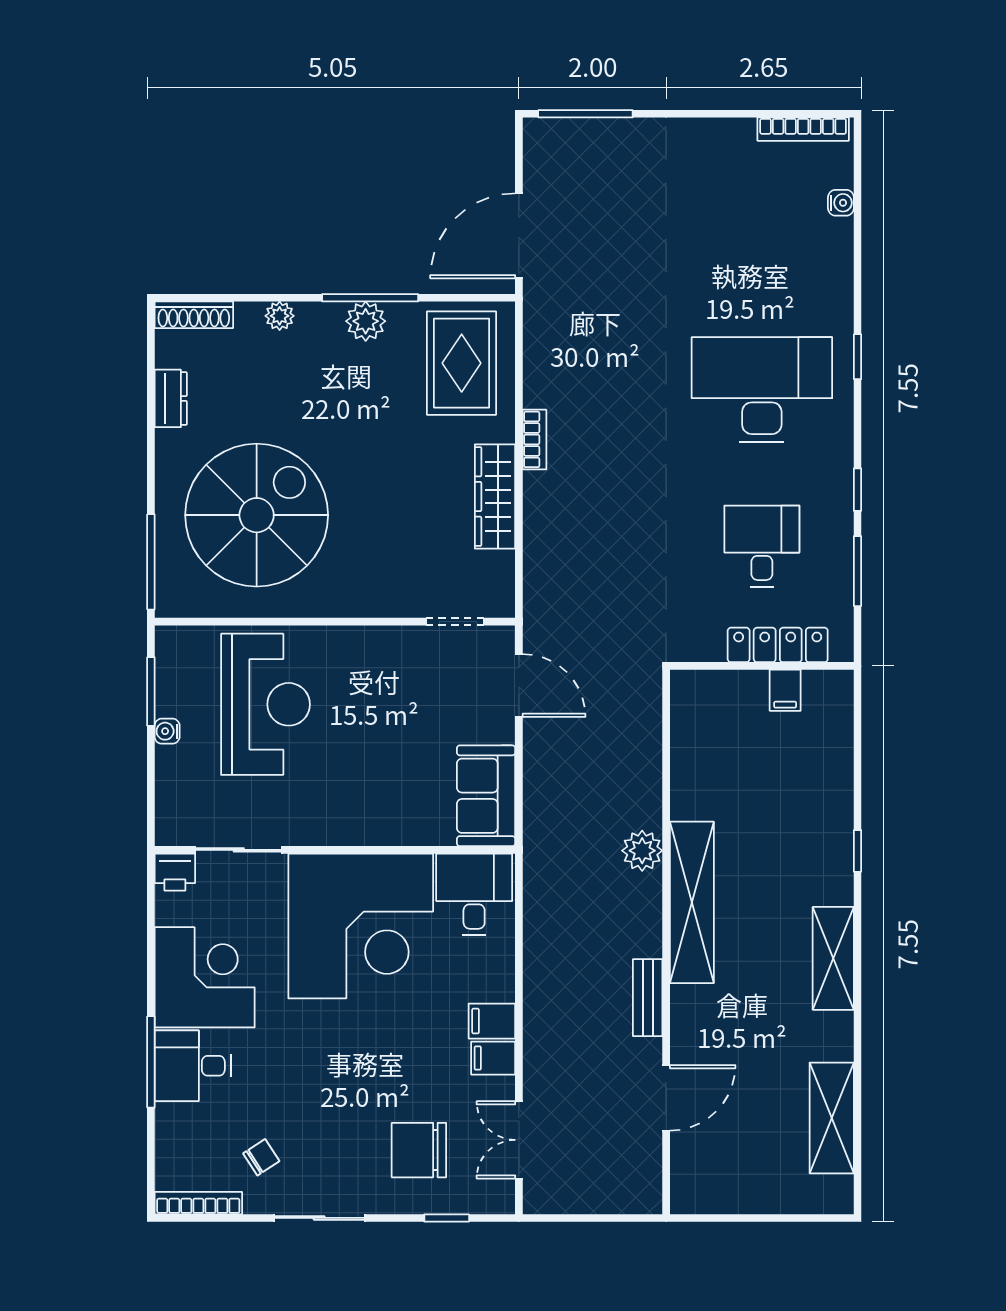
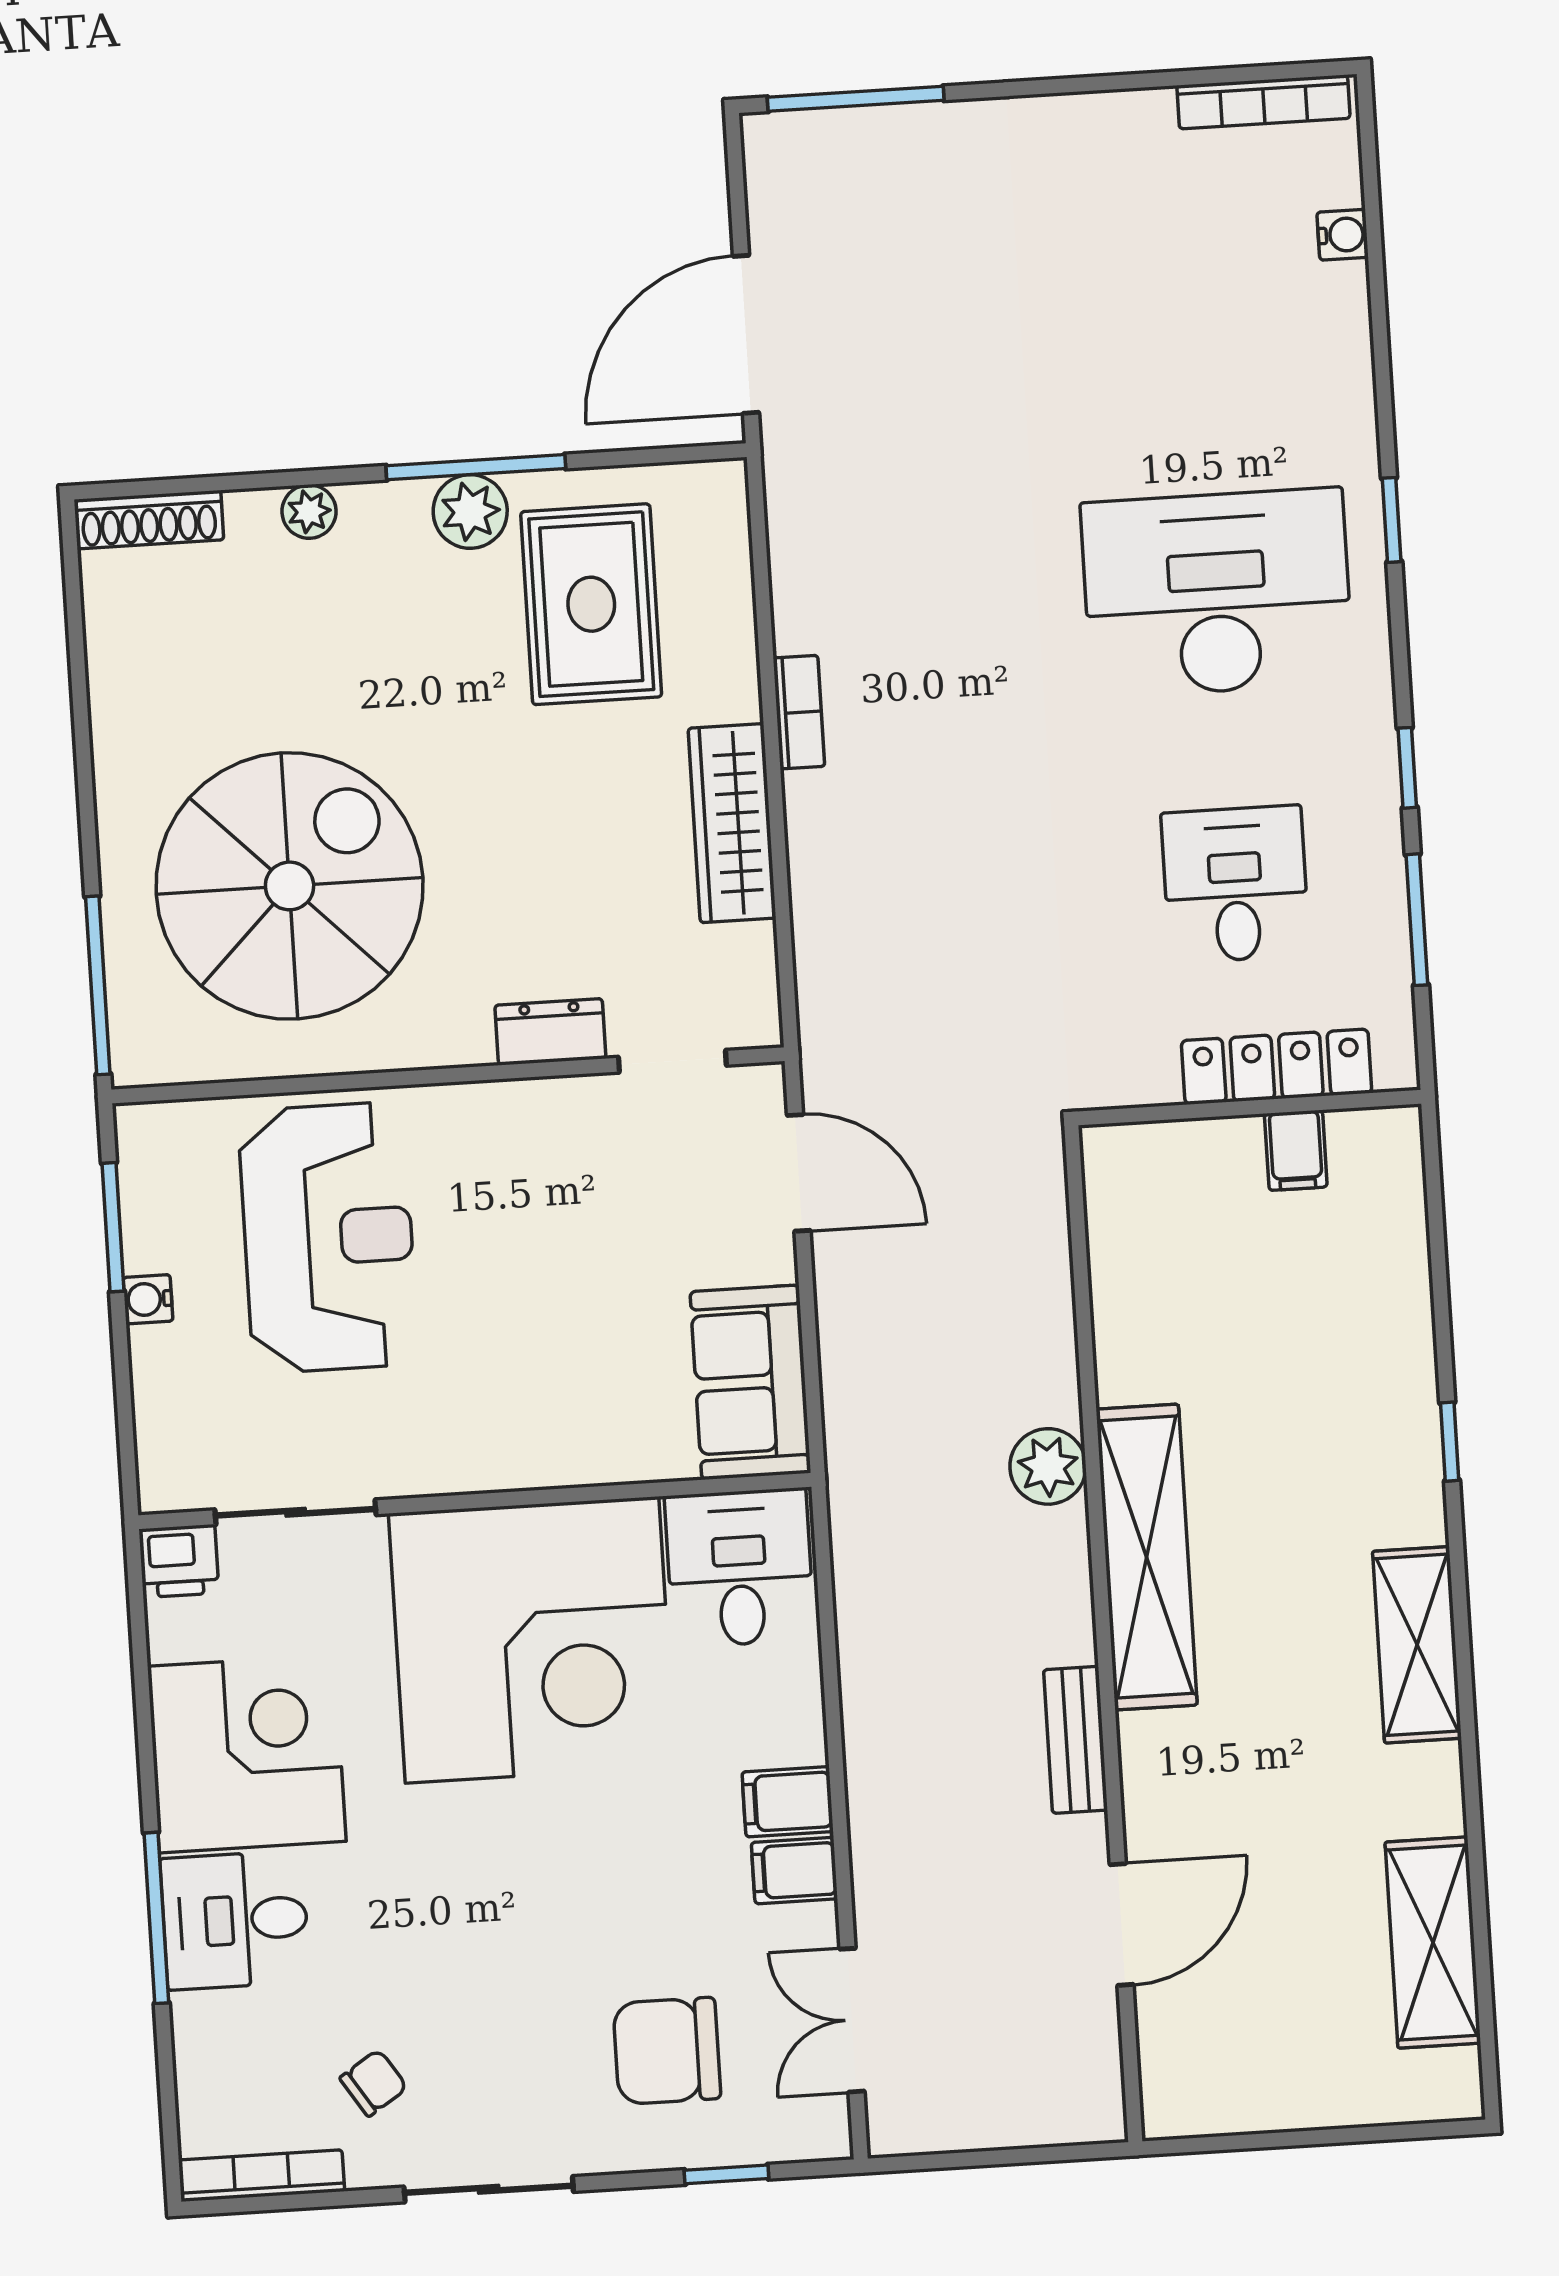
rug: (462, 363) -> (591, 604), moved
dresser: (171, 398) -> (550, 1032), moved, turned -90

